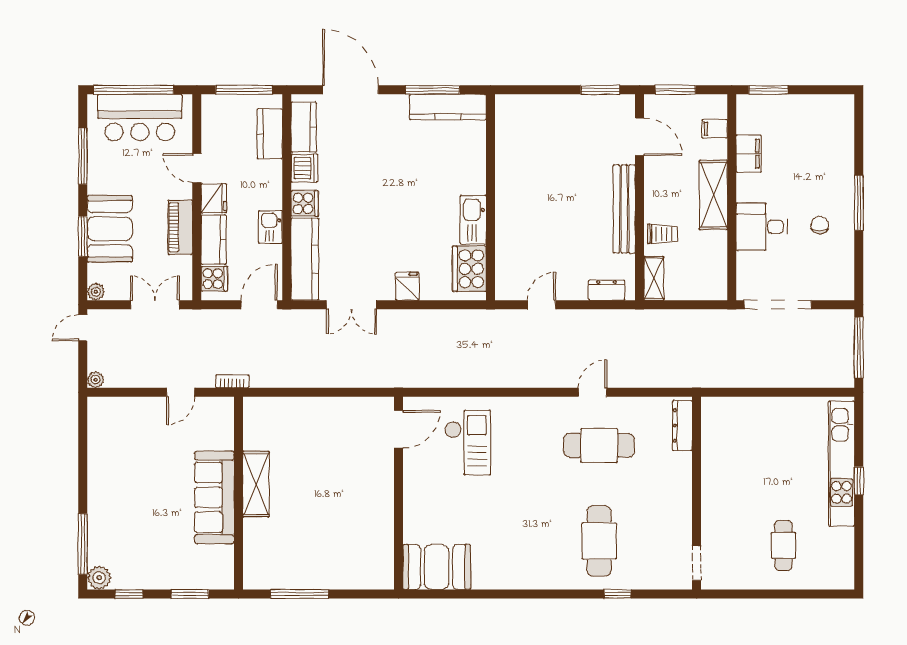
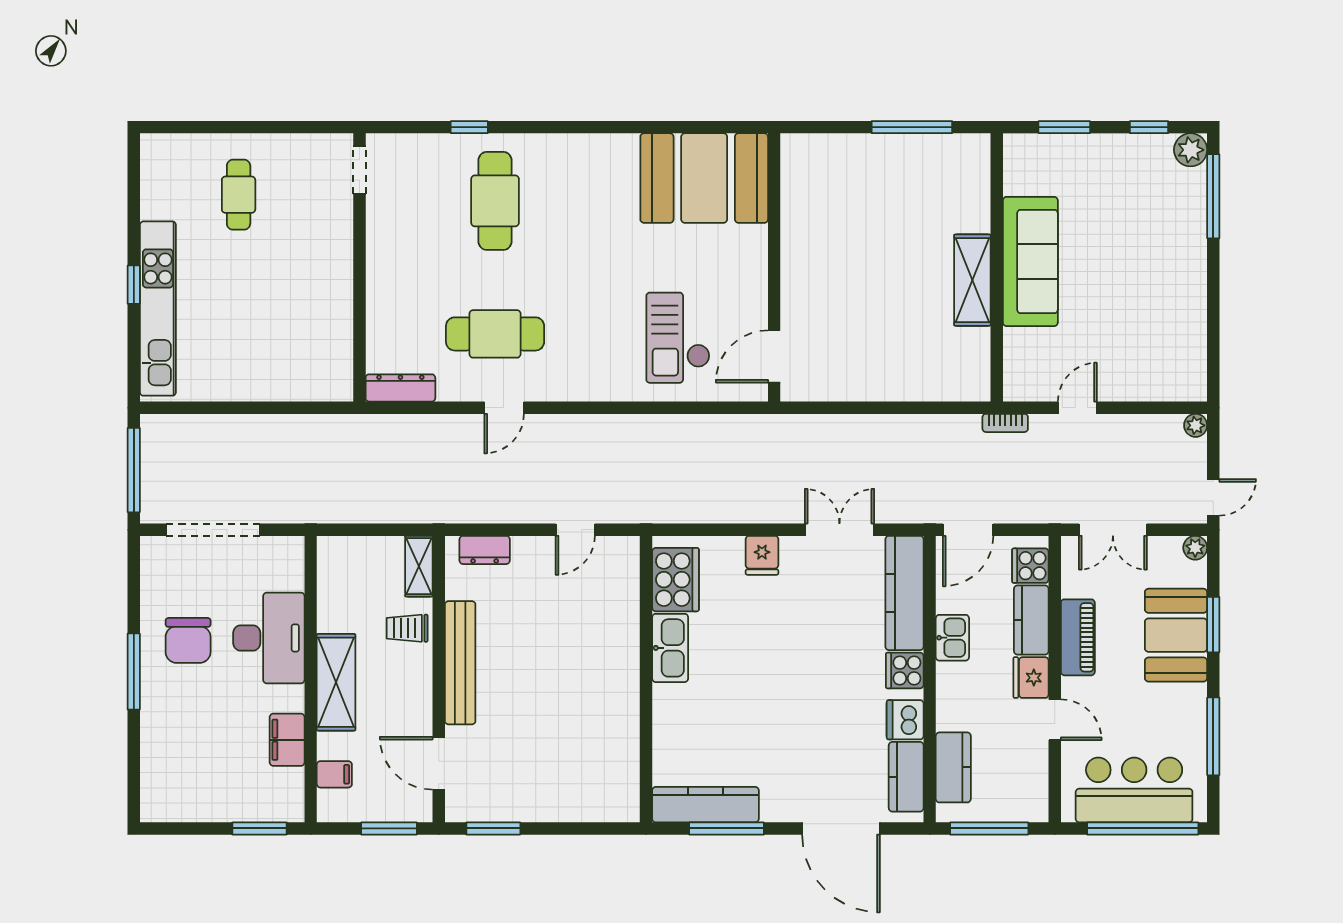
chair: (820, 225) -> (188, 640), width x1.87, depth x1.87
desk: (762, 227) -> (269, 638), width x1.37
doorway: (778, 305) -> (213, 530), moved
dresser: (682, 426) -> (400, 388), moved, turned -90
booth: (437, 567) -> (704, 178), width x1.36, depth x1.42

